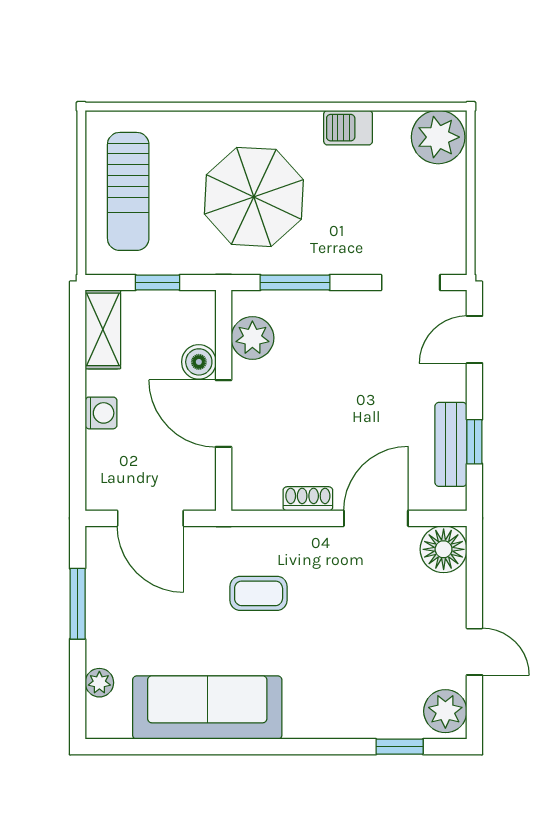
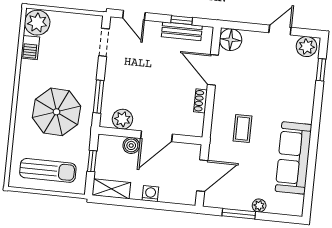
barbecue: (348, 128) -> (30, 48), moved
plant: (99, 683) -> (259, 206), moved

